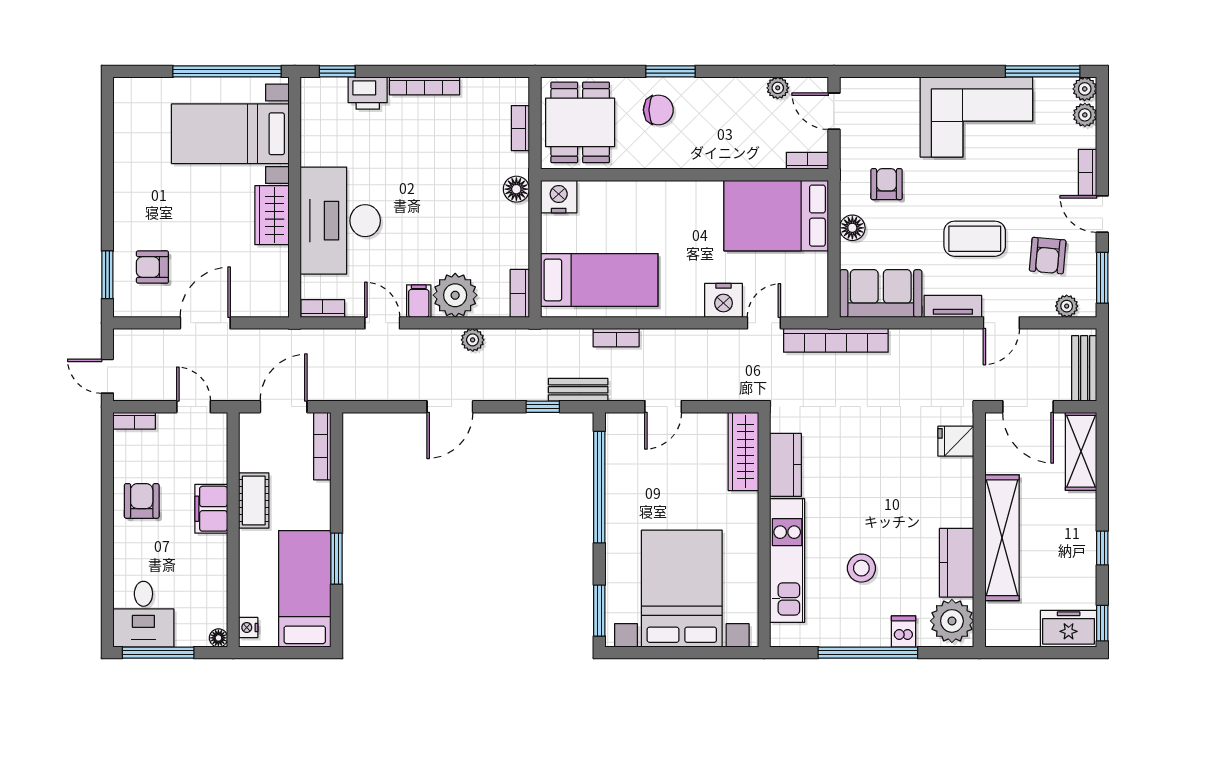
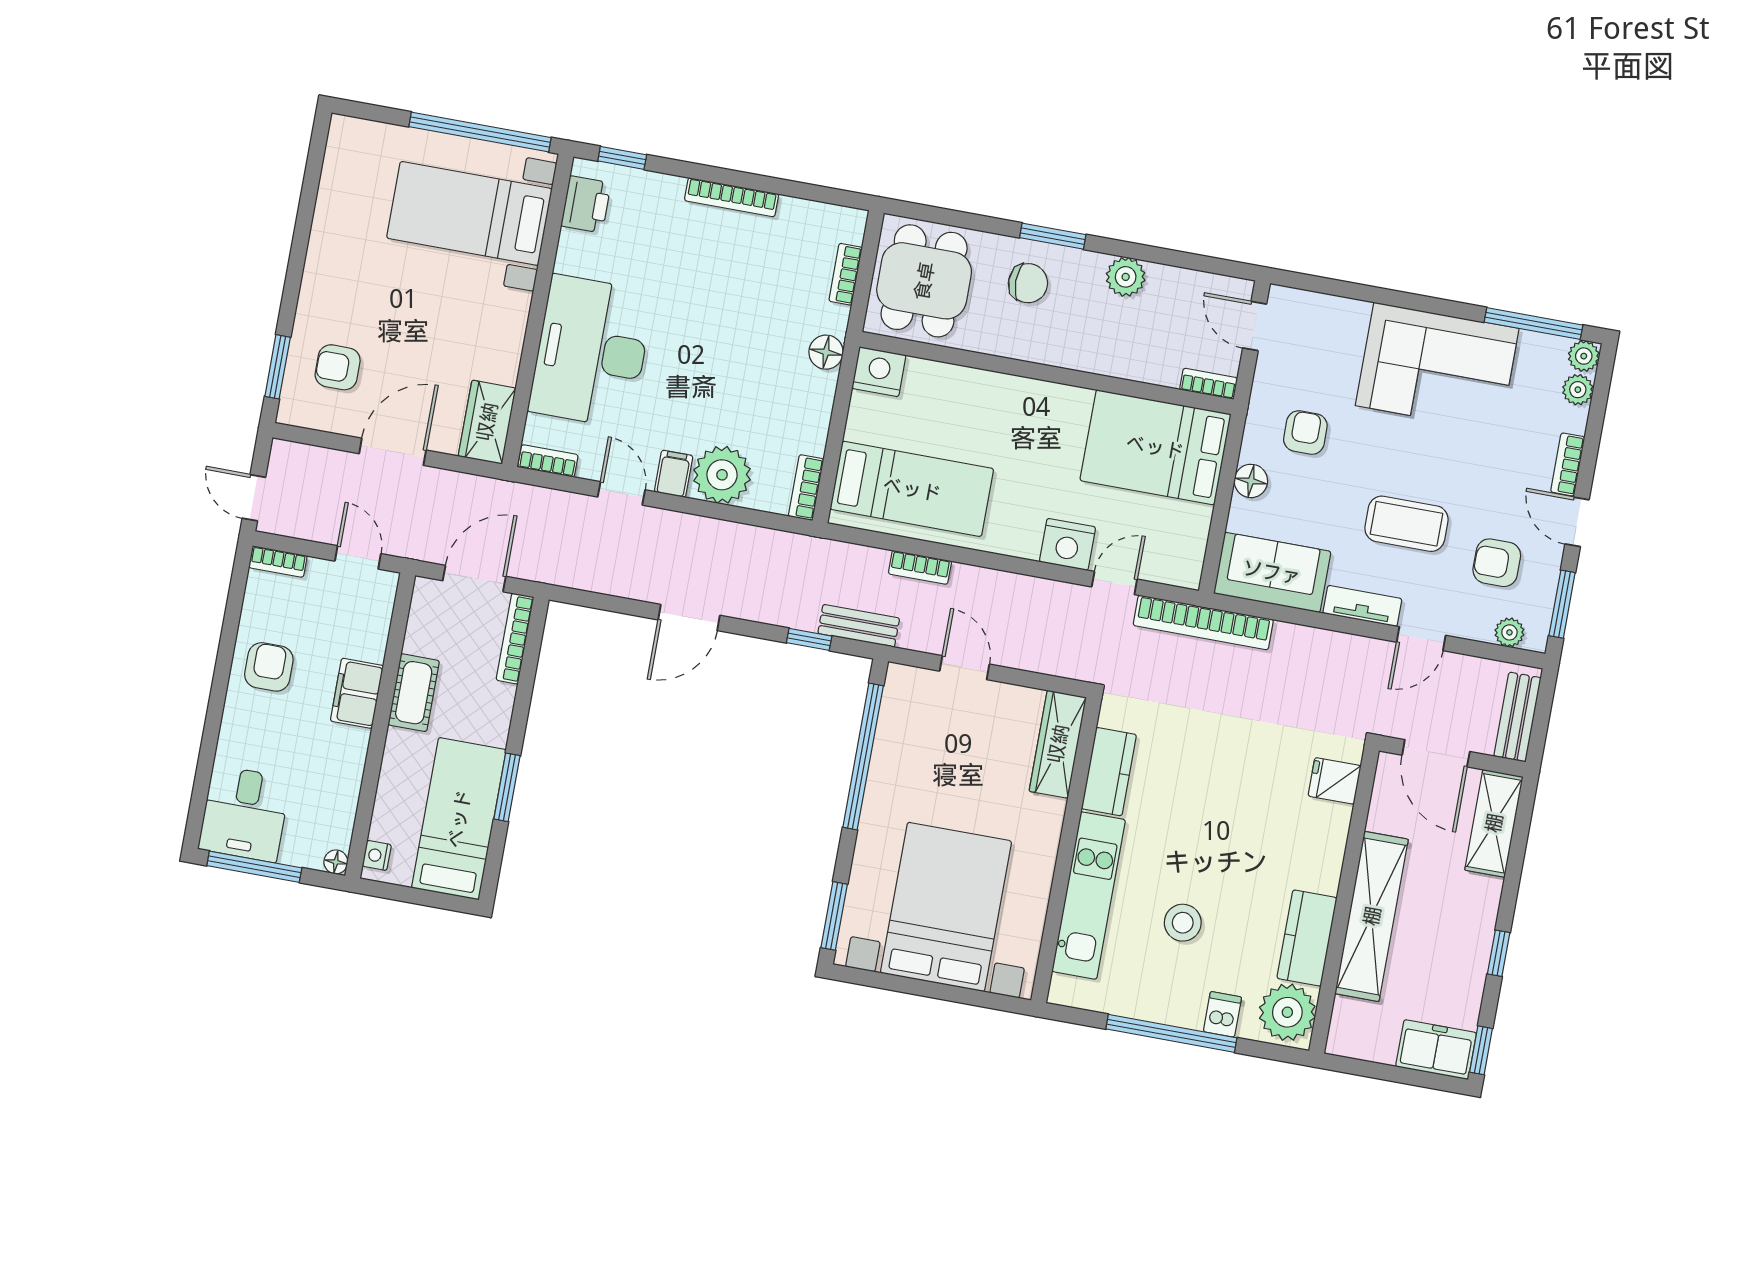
plant: (778, 88) -> (1126, 277), moved, width x1.38, depth x1.38
printer: (368, 93) -> (586, 204), moved, turned -90
wardrobe: (272, 215) -> (487, 422), moved
armchair: (1048, 256) -> (1497, 563), turned 85
plant: (473, 340) -> (734, 537), removed
door: (663, 407) -> (965, 668), swing flipped

